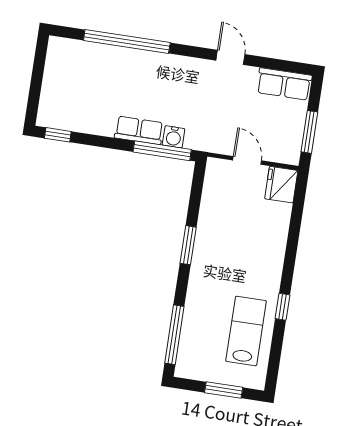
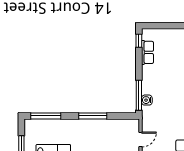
row of seats: (139, 130) -> (147, 52), moved
window: (188, 245) -> (93, 116), width x1.44

